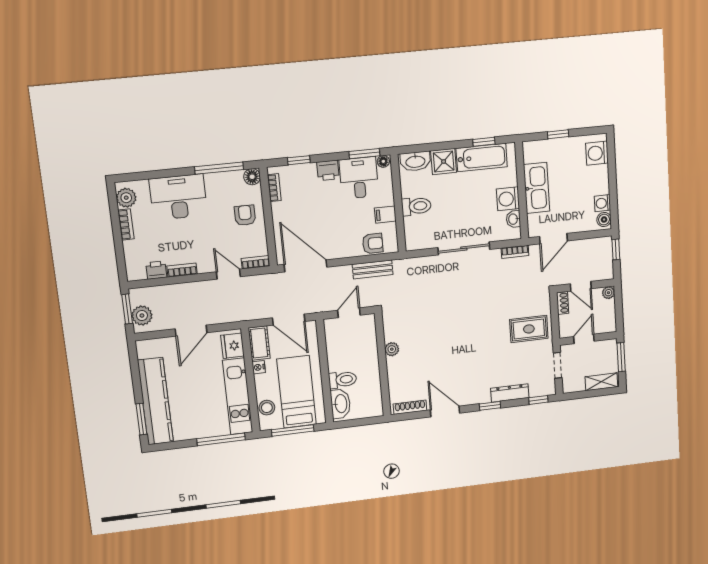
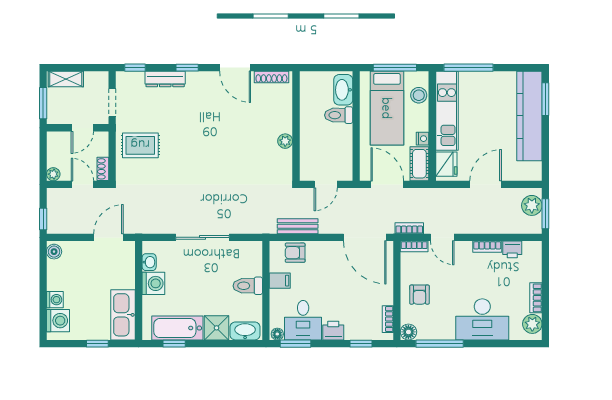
kitchen sink: (537, 188) -> (123, 315), moved
washing machine: (602, 203) -> (55, 300), moved
bookcase: (515, 252) -> (409, 228), moved

